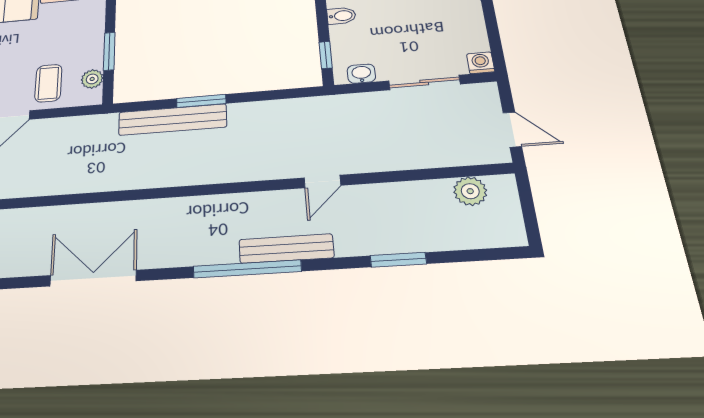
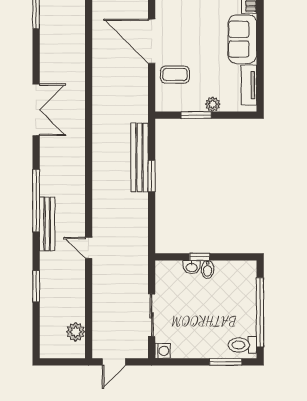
window: (326, 55) -> (200, 257), moved
washbasin: (361, 74) -> (192, 267), moved, turned 90
plant: (92, 79) -> (213, 104), moved

